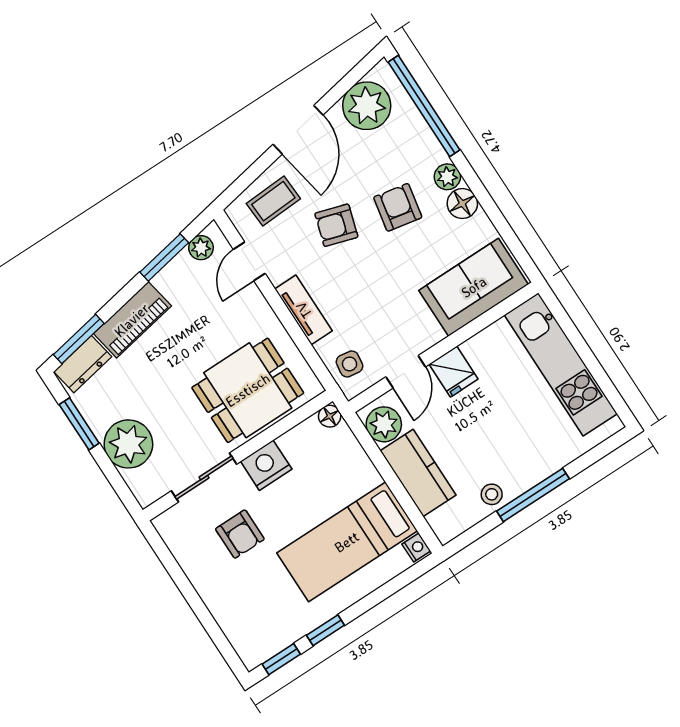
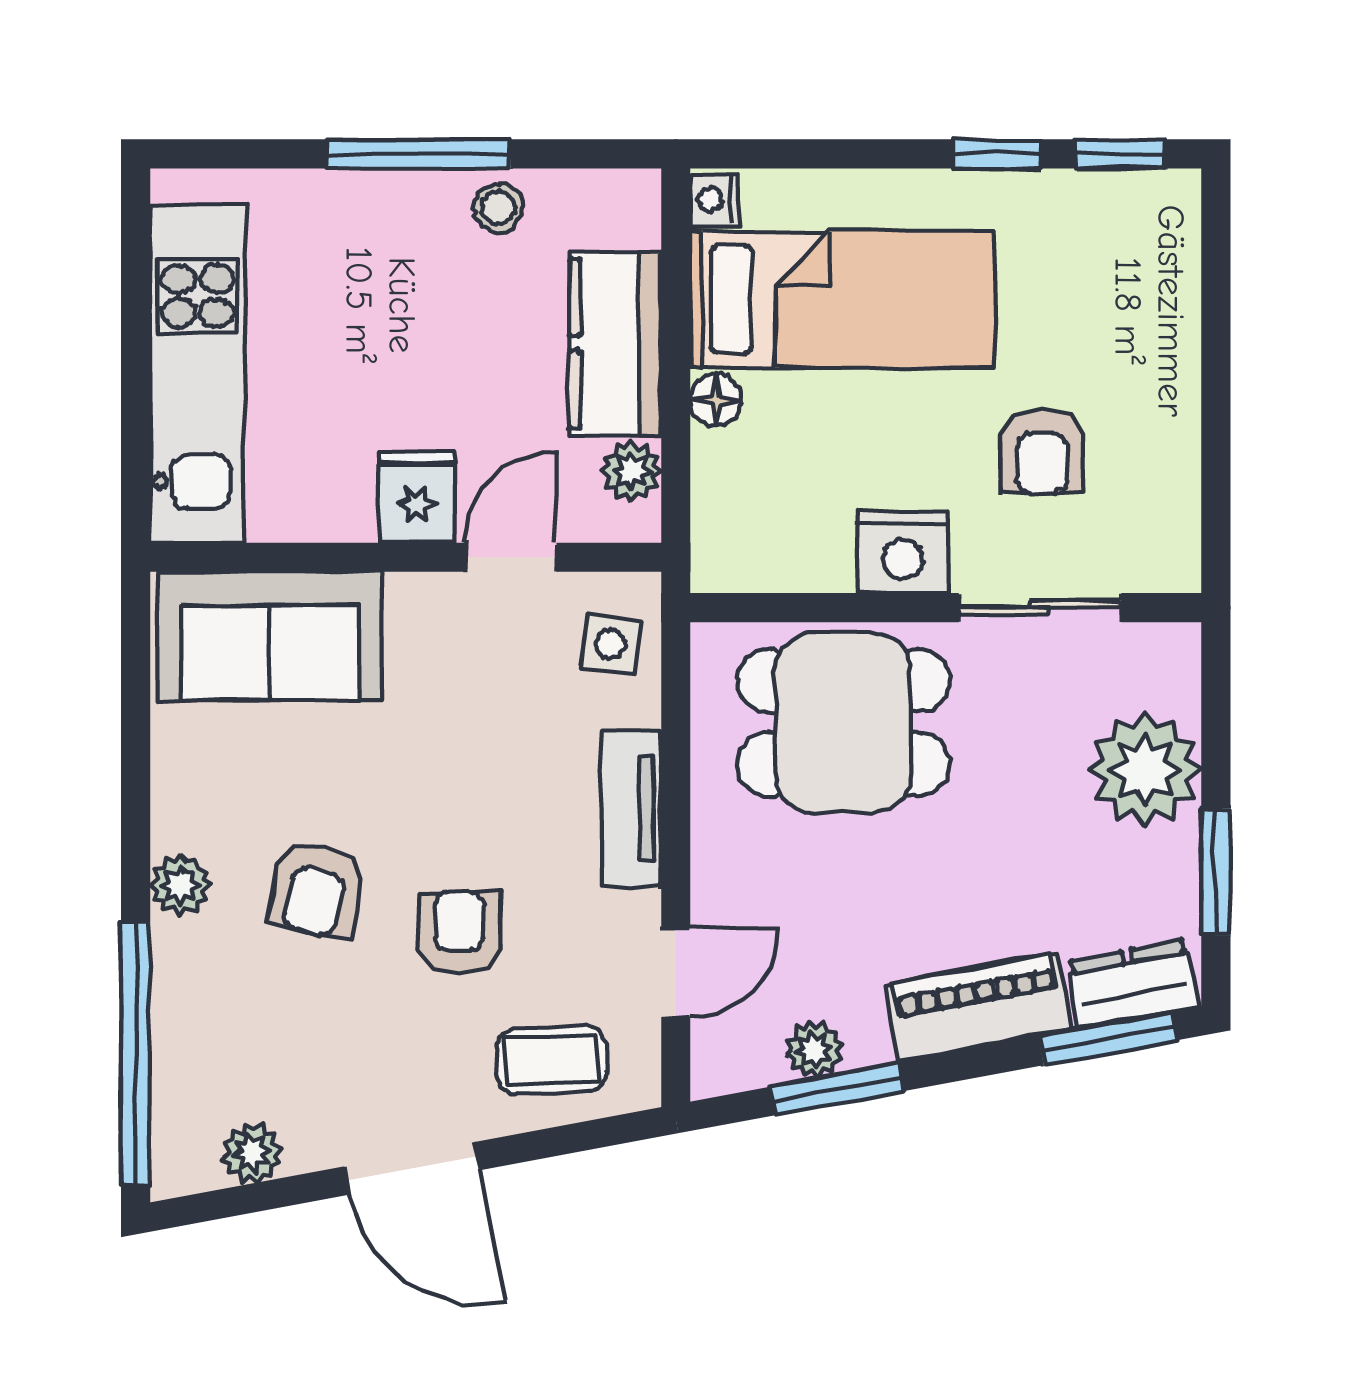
plant: (367, 106) -> (252, 1153), width x0.53, depth x0.53
door: (298, 130) -> (412, 1168), swing flipped
floor lamp: (462, 204) -> (185, 814), removed
armchair: (336, 225) -> (459, 932), turned -107
plant: (201, 248) -> (814, 1050), moved
floor lamp: (330, 416) -> (716, 400), moved
plant: (384, 424) -> (632, 471), width x0.73, depth x0.73
armchair: (240, 534) -> (1042, 451), turned 180

